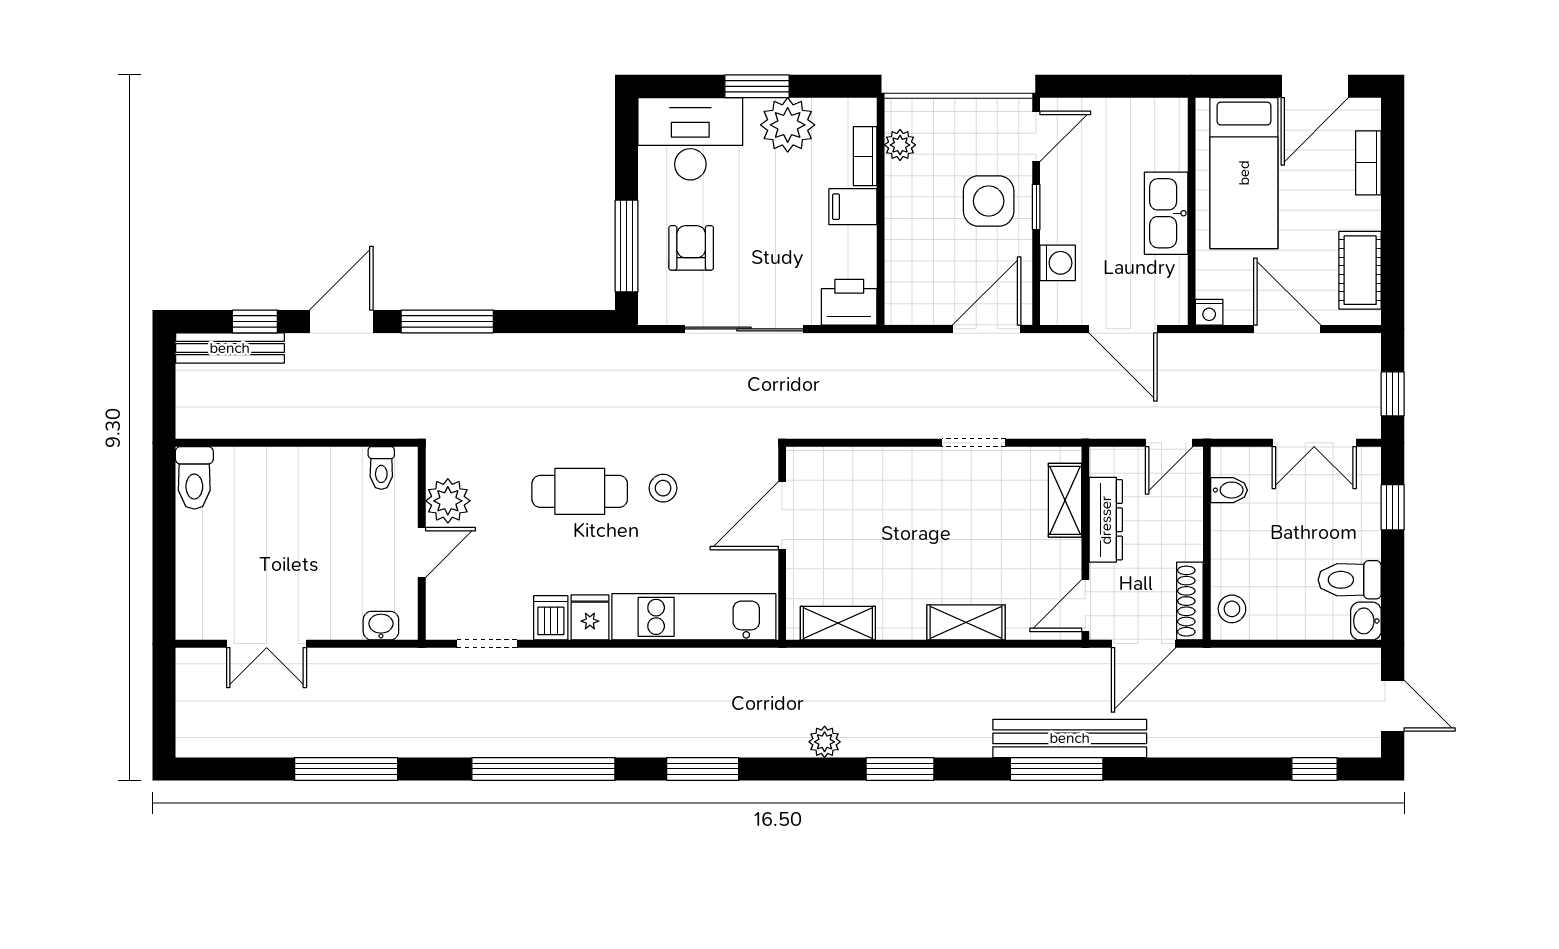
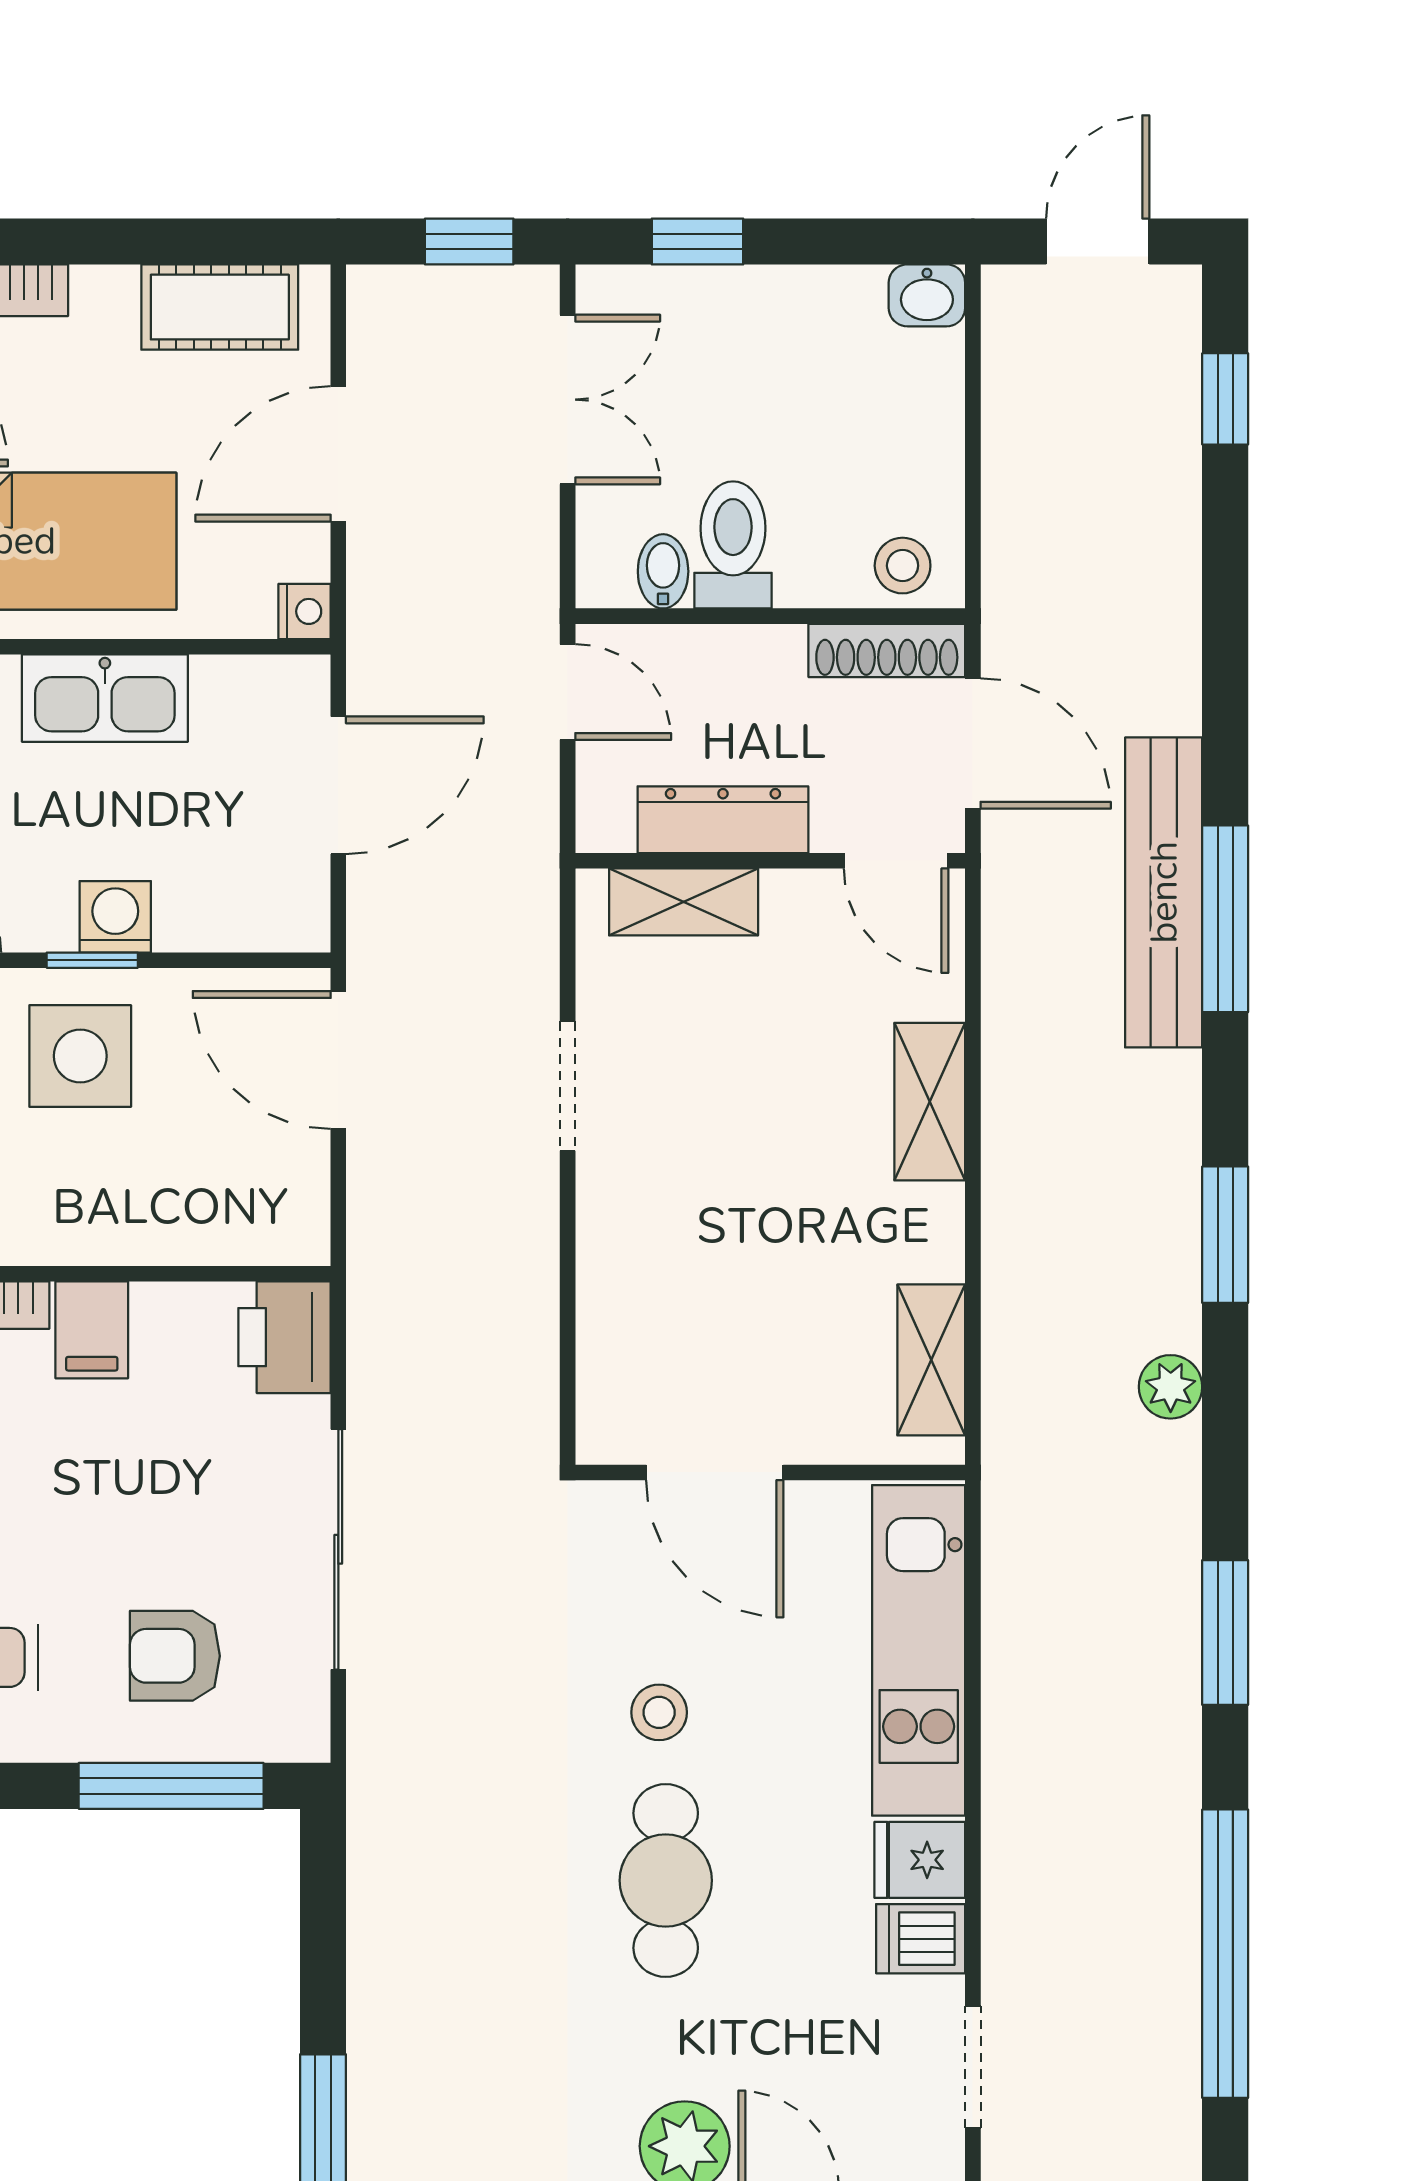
washing machine: (1058, 263) -> (115, 917), moved
toilet: (1350, 580) -> (733, 545), moved, turned 180

